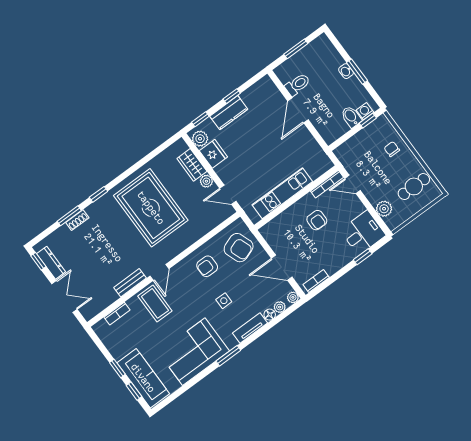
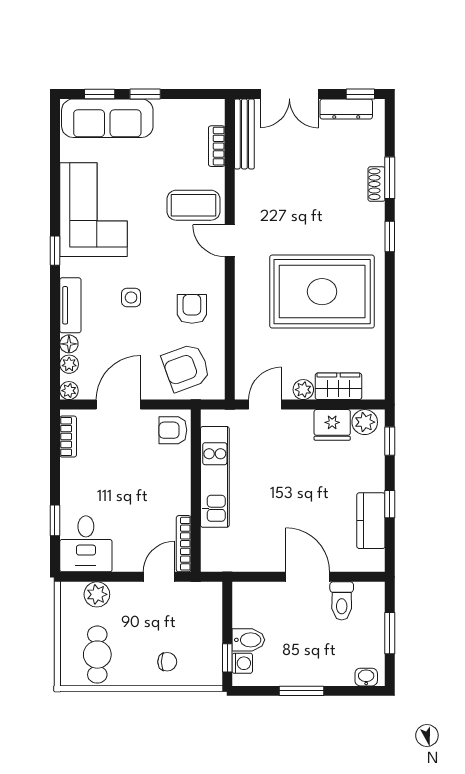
washbasin: (346, 71) -> (366, 677), moved
kitchen counter: (229, 113) -> (371, 521), moved
armchair: (317, 220) -> (173, 430), moved
bench: (130, 283) -> (244, 134), moved, width x1.36
window: (228, 356) -> (55, 251), width x0.67

